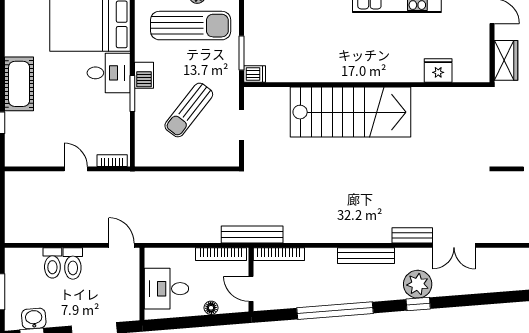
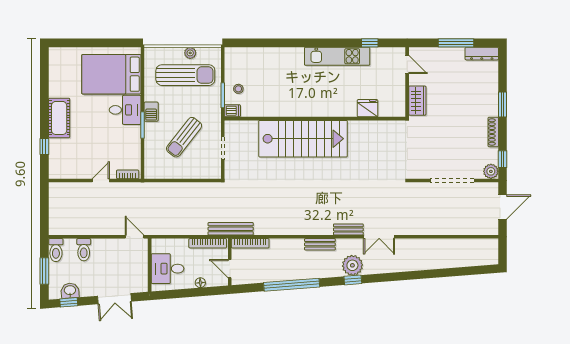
stool: (263, 44) -> (238, 89), added
door: (76, 169) -> (101, 180), hinge flipped
bench: (366, 256) -> (320, 244), width x0.73
toilet: (73, 263) -> (56, 250), moved

